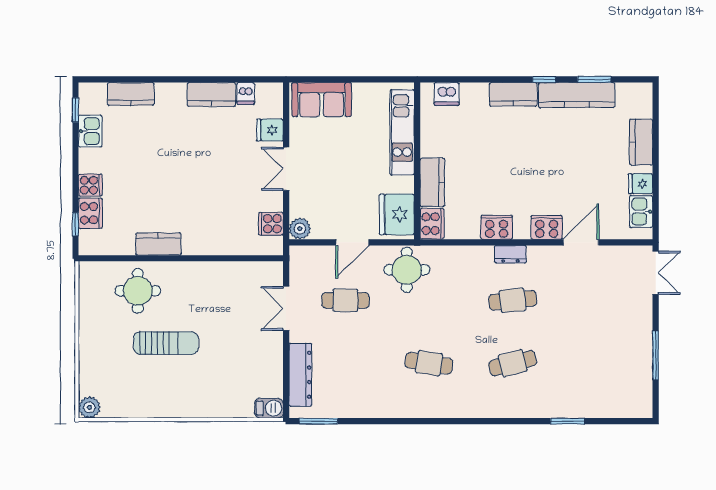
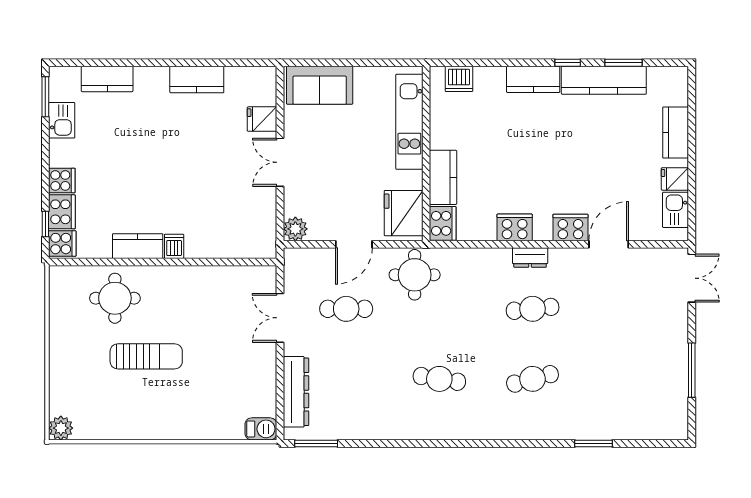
dishwasher: (246, 93) -> (174, 246), moved, turned 180
window: (75, 110) -> (45, 97), width x1.50
cooker: (271, 224) -> (62, 244), moved, turned 180

